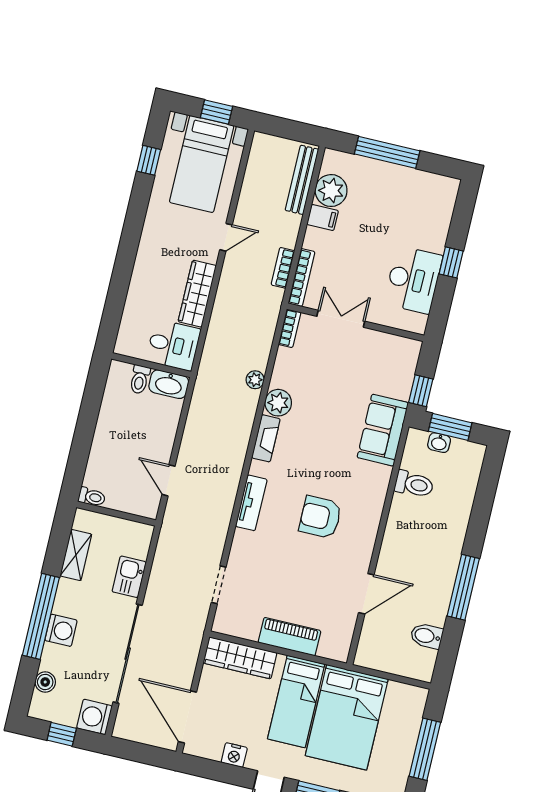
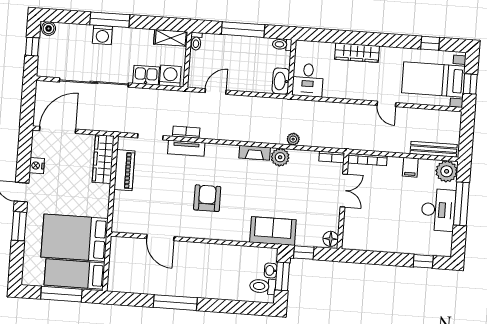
plant: (331, 191) -> (447, 171), moved
window: (451, 262) -> (423, 261), moved
bookcase: (283, 268) -> (186, 132), moved
desk: (413, 280) -> (438, 210), moved, turned -90
wardrobe: (197, 294) -> (357, 53), moved, turned 180
floor lamp: (407, 349) -> (331, 239), added
toilet: (140, 379) -> (282, 44), moved
window: (86, 427) -> (243, 30), added
toilet: (414, 484) -> (263, 286), moved, turned 90
tv unit: (251, 503) -> (186, 148), moved
shelving: (76, 555) -> (171, 38), moved
window: (41, 616) -> (110, 20), width x0.68
bidet: (427, 636) -> (138, 283), removed
piano: (290, 637) -> (124, 170), moved
boiler: (45, 682) -> (49, 28), moved
bed: (296, 701) -> (74, 274), moved
washing machine: (94, 717) -> (170, 76), moved

